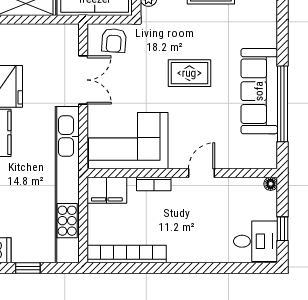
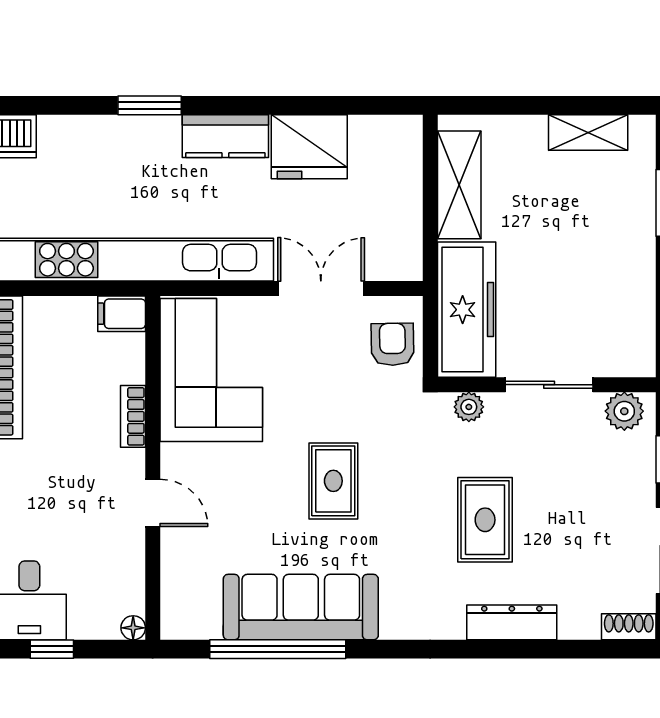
armchair: (114, 40) -> (392, 344), turned 85
double door: (83, 80) -> (321, 289), swing flipped
filing cabinet: (107, 190) -> (122, 314), width x0.50

